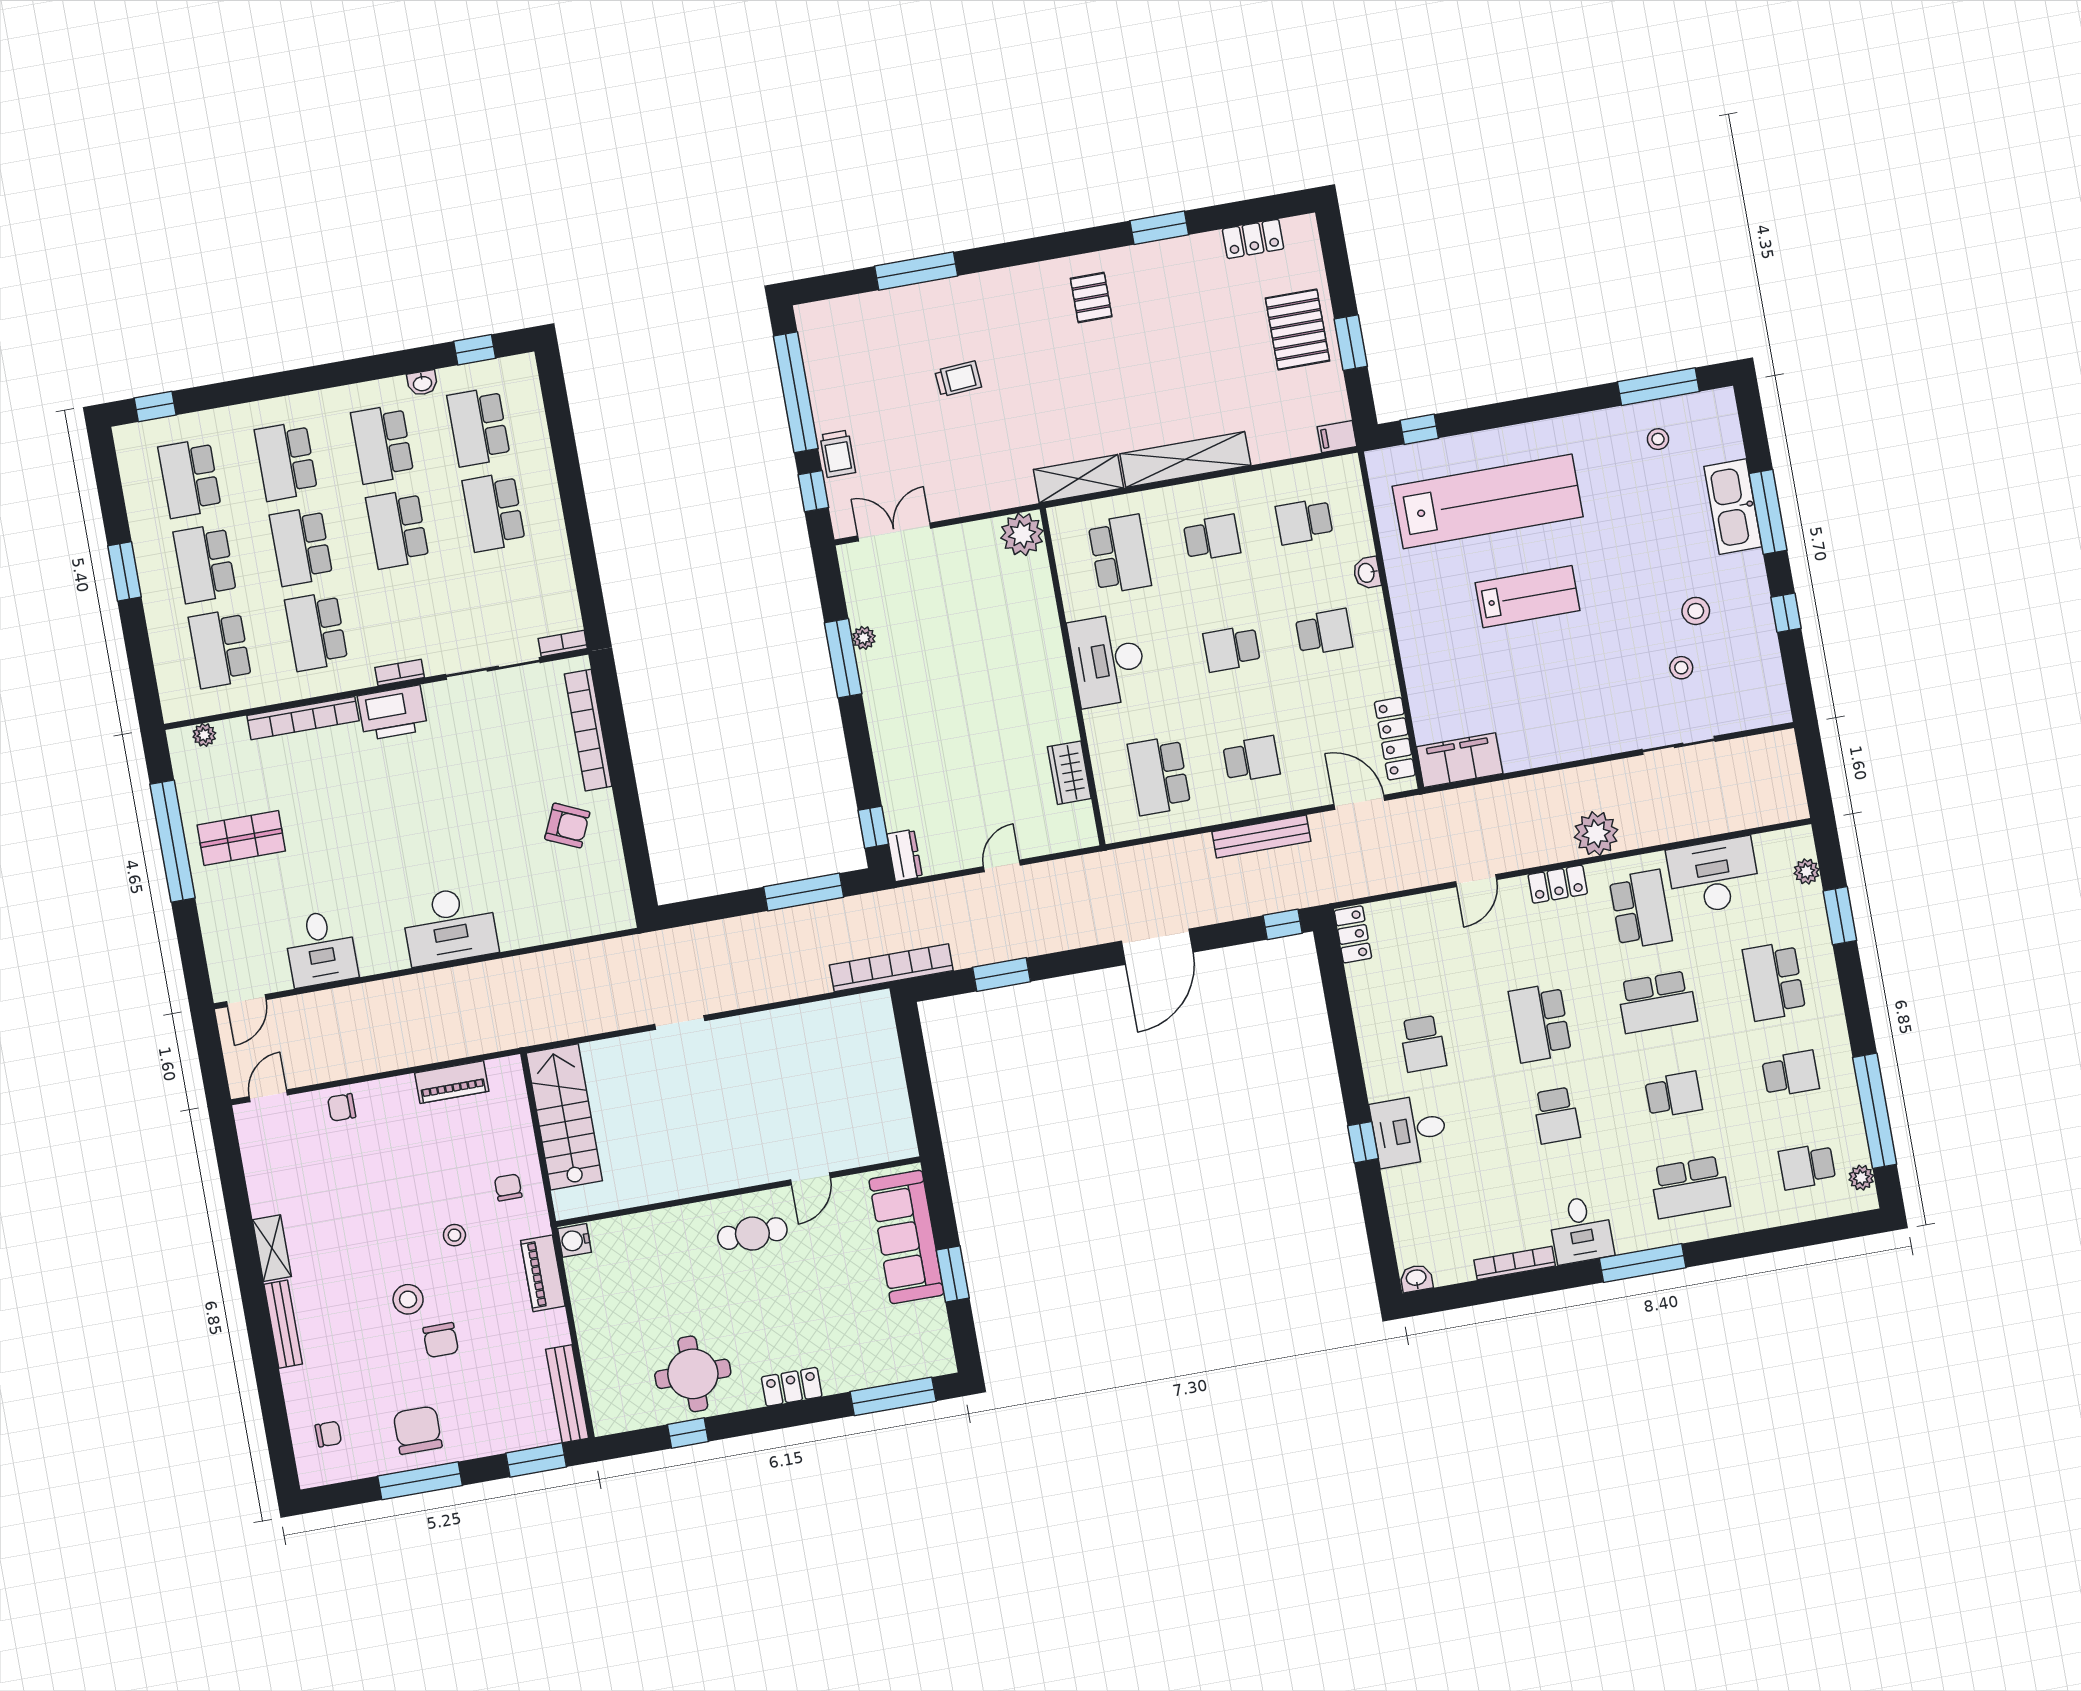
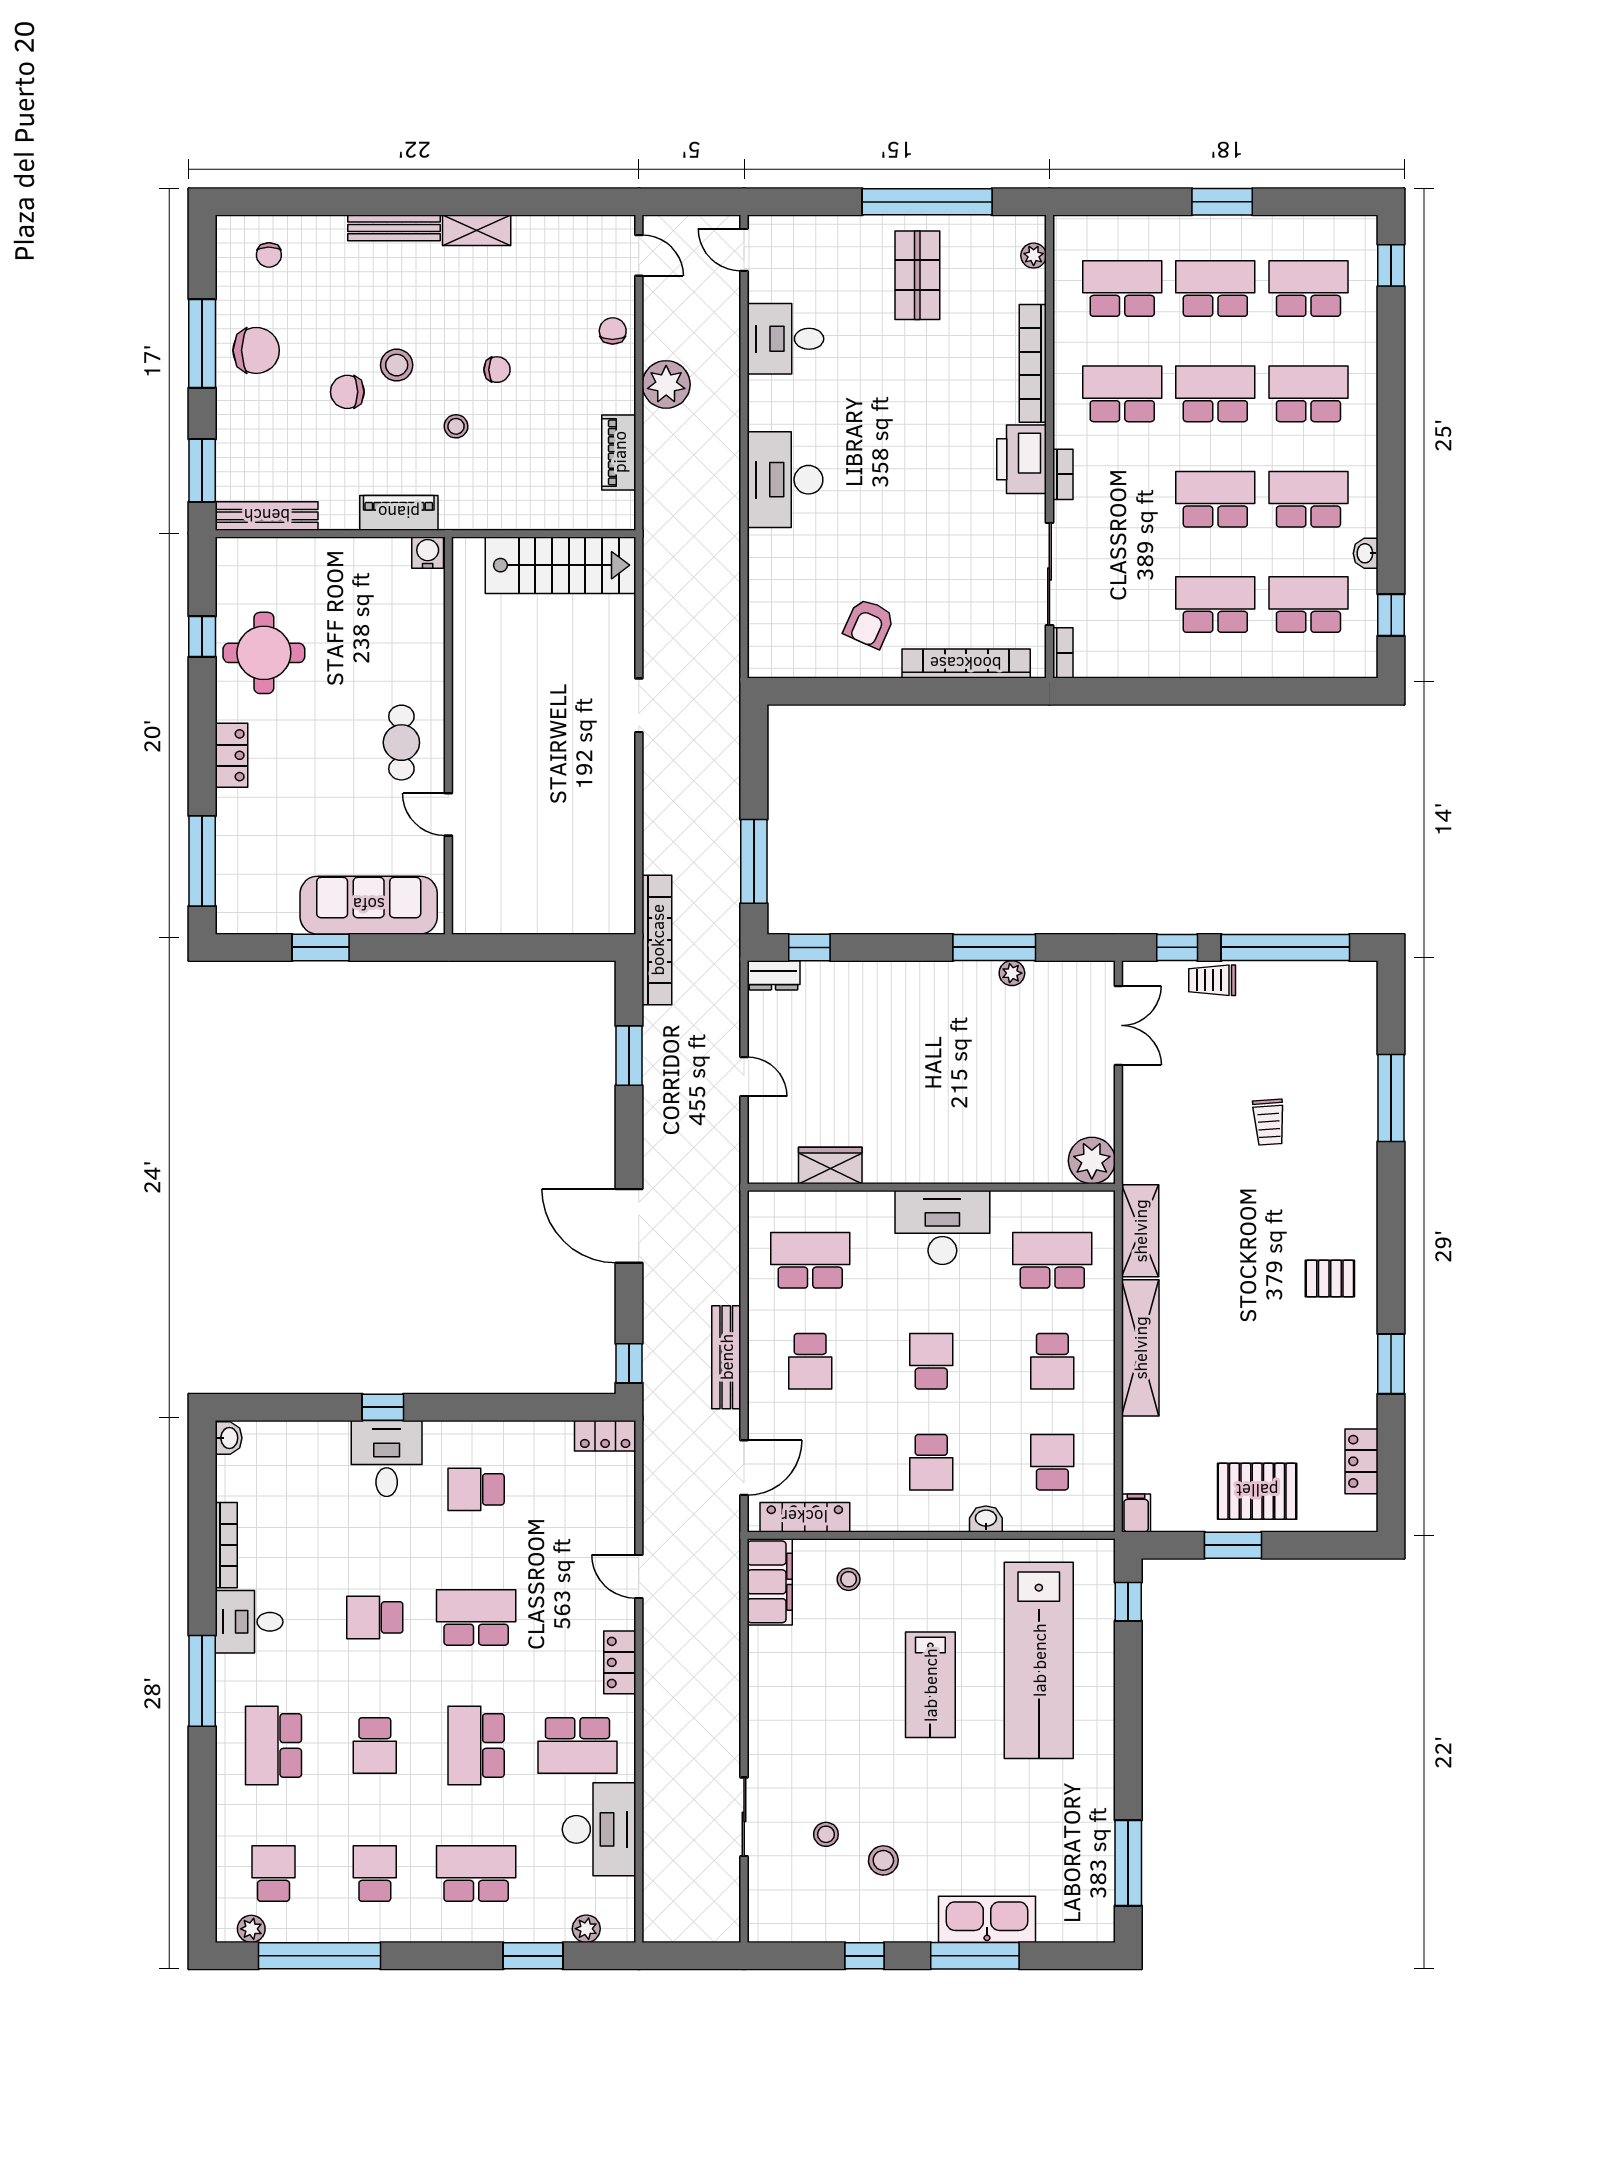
stool: (1658, 439) -> (849, 1579), moved
school desk: (1120, 554) -> (1052, 1260), turned 180
plant: (1596, 834) -> (666, 384), moved
school desk: (1791, 1074) -> (375, 1874), turned 180
chair: (508, 1187) -> (497, 370), moved

